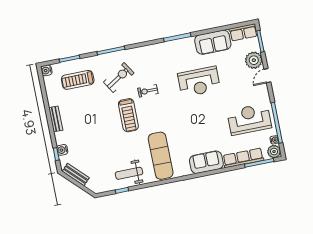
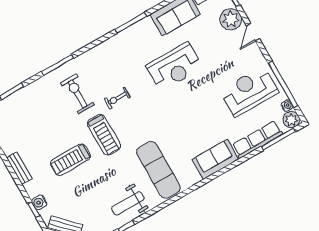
exercise bike: (119, 78) -> (77, 94), turned -58
treadmill: (78, 80) -> (70, 160), moved

